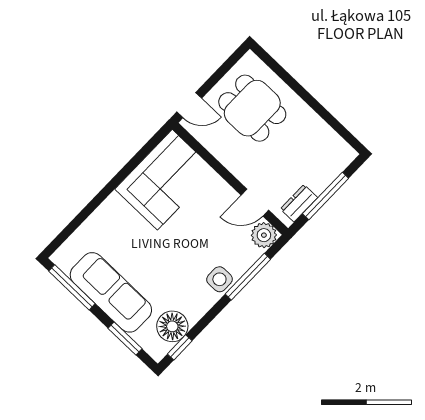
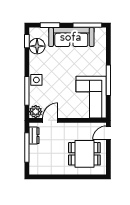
window: (117, 180) -> (108, 80), added

